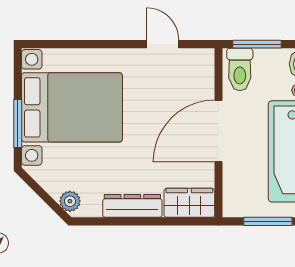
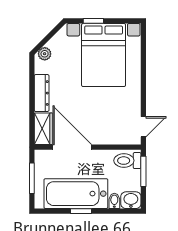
door: (163, 44) -> (143, 127), moved
window: (18, 124) -> (93, 21), width x0.67
door: (218, 131) -> (72, 147), moved

